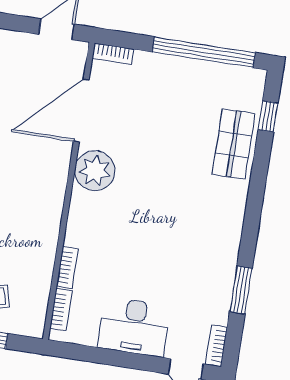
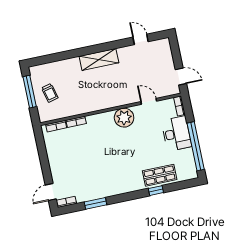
door: (81, 110) -> (149, 101), width x0.53
window: (268, 116) -> (156, 191), moved
desk: (134, 327) -> (176, 134), moved, turned 180

